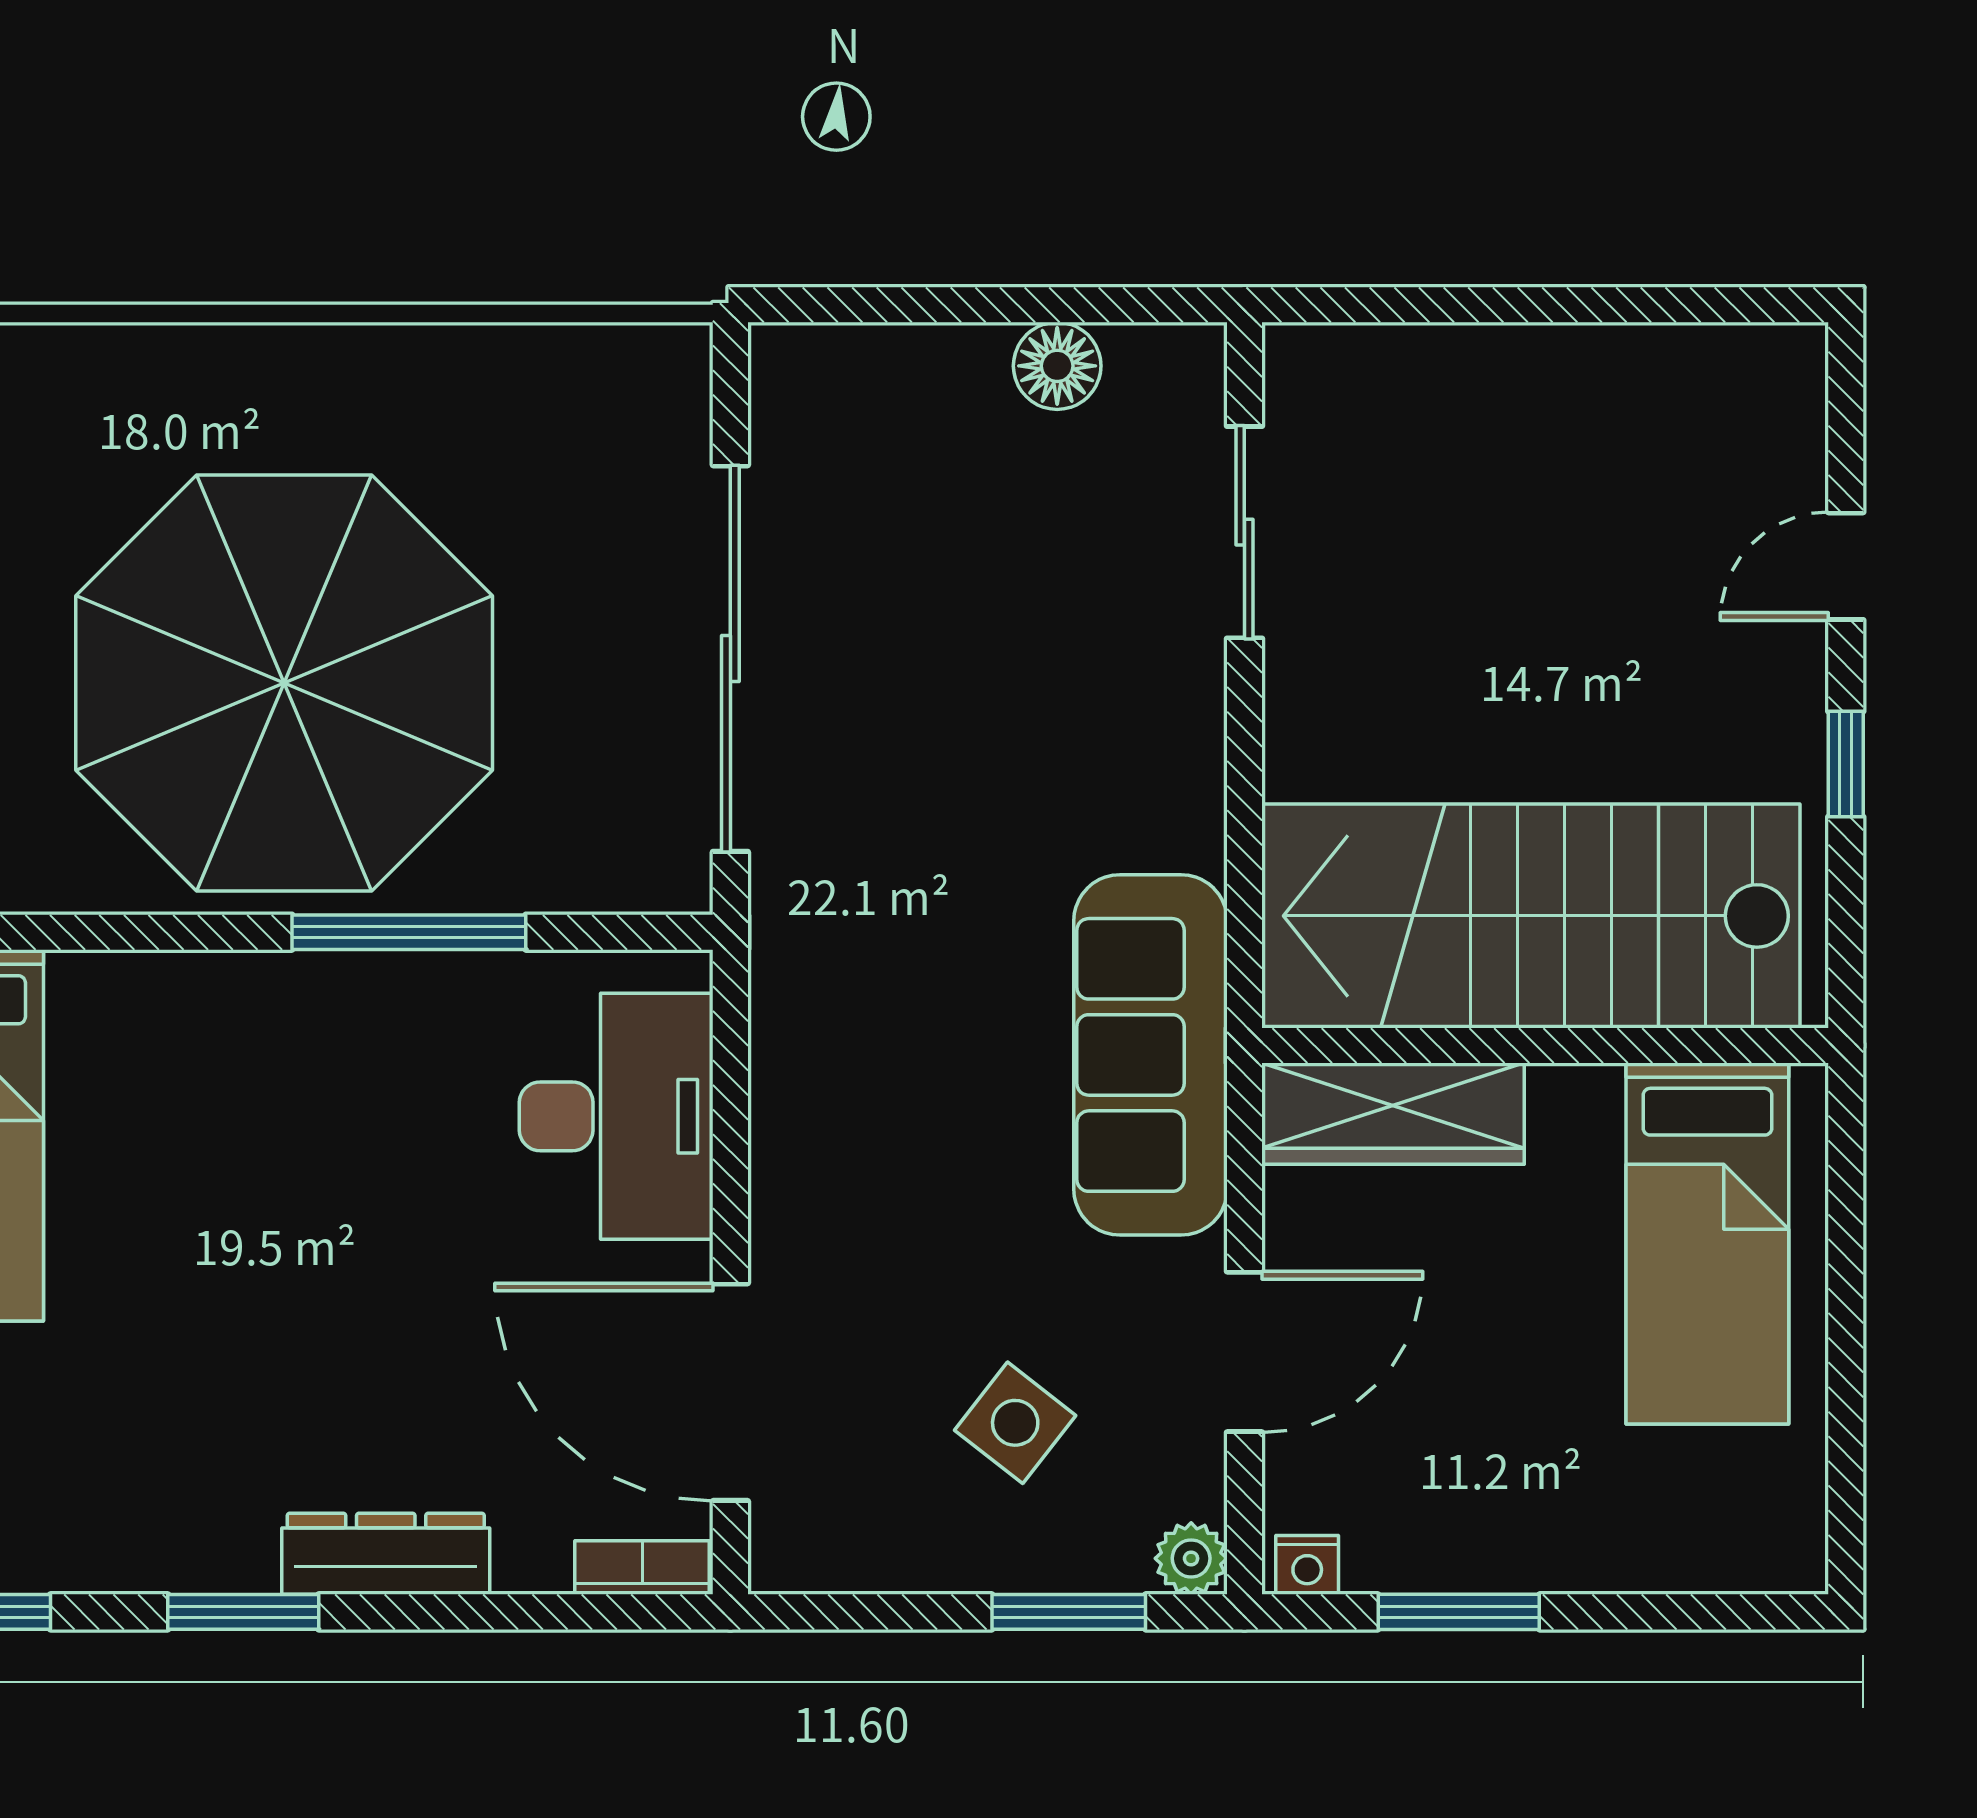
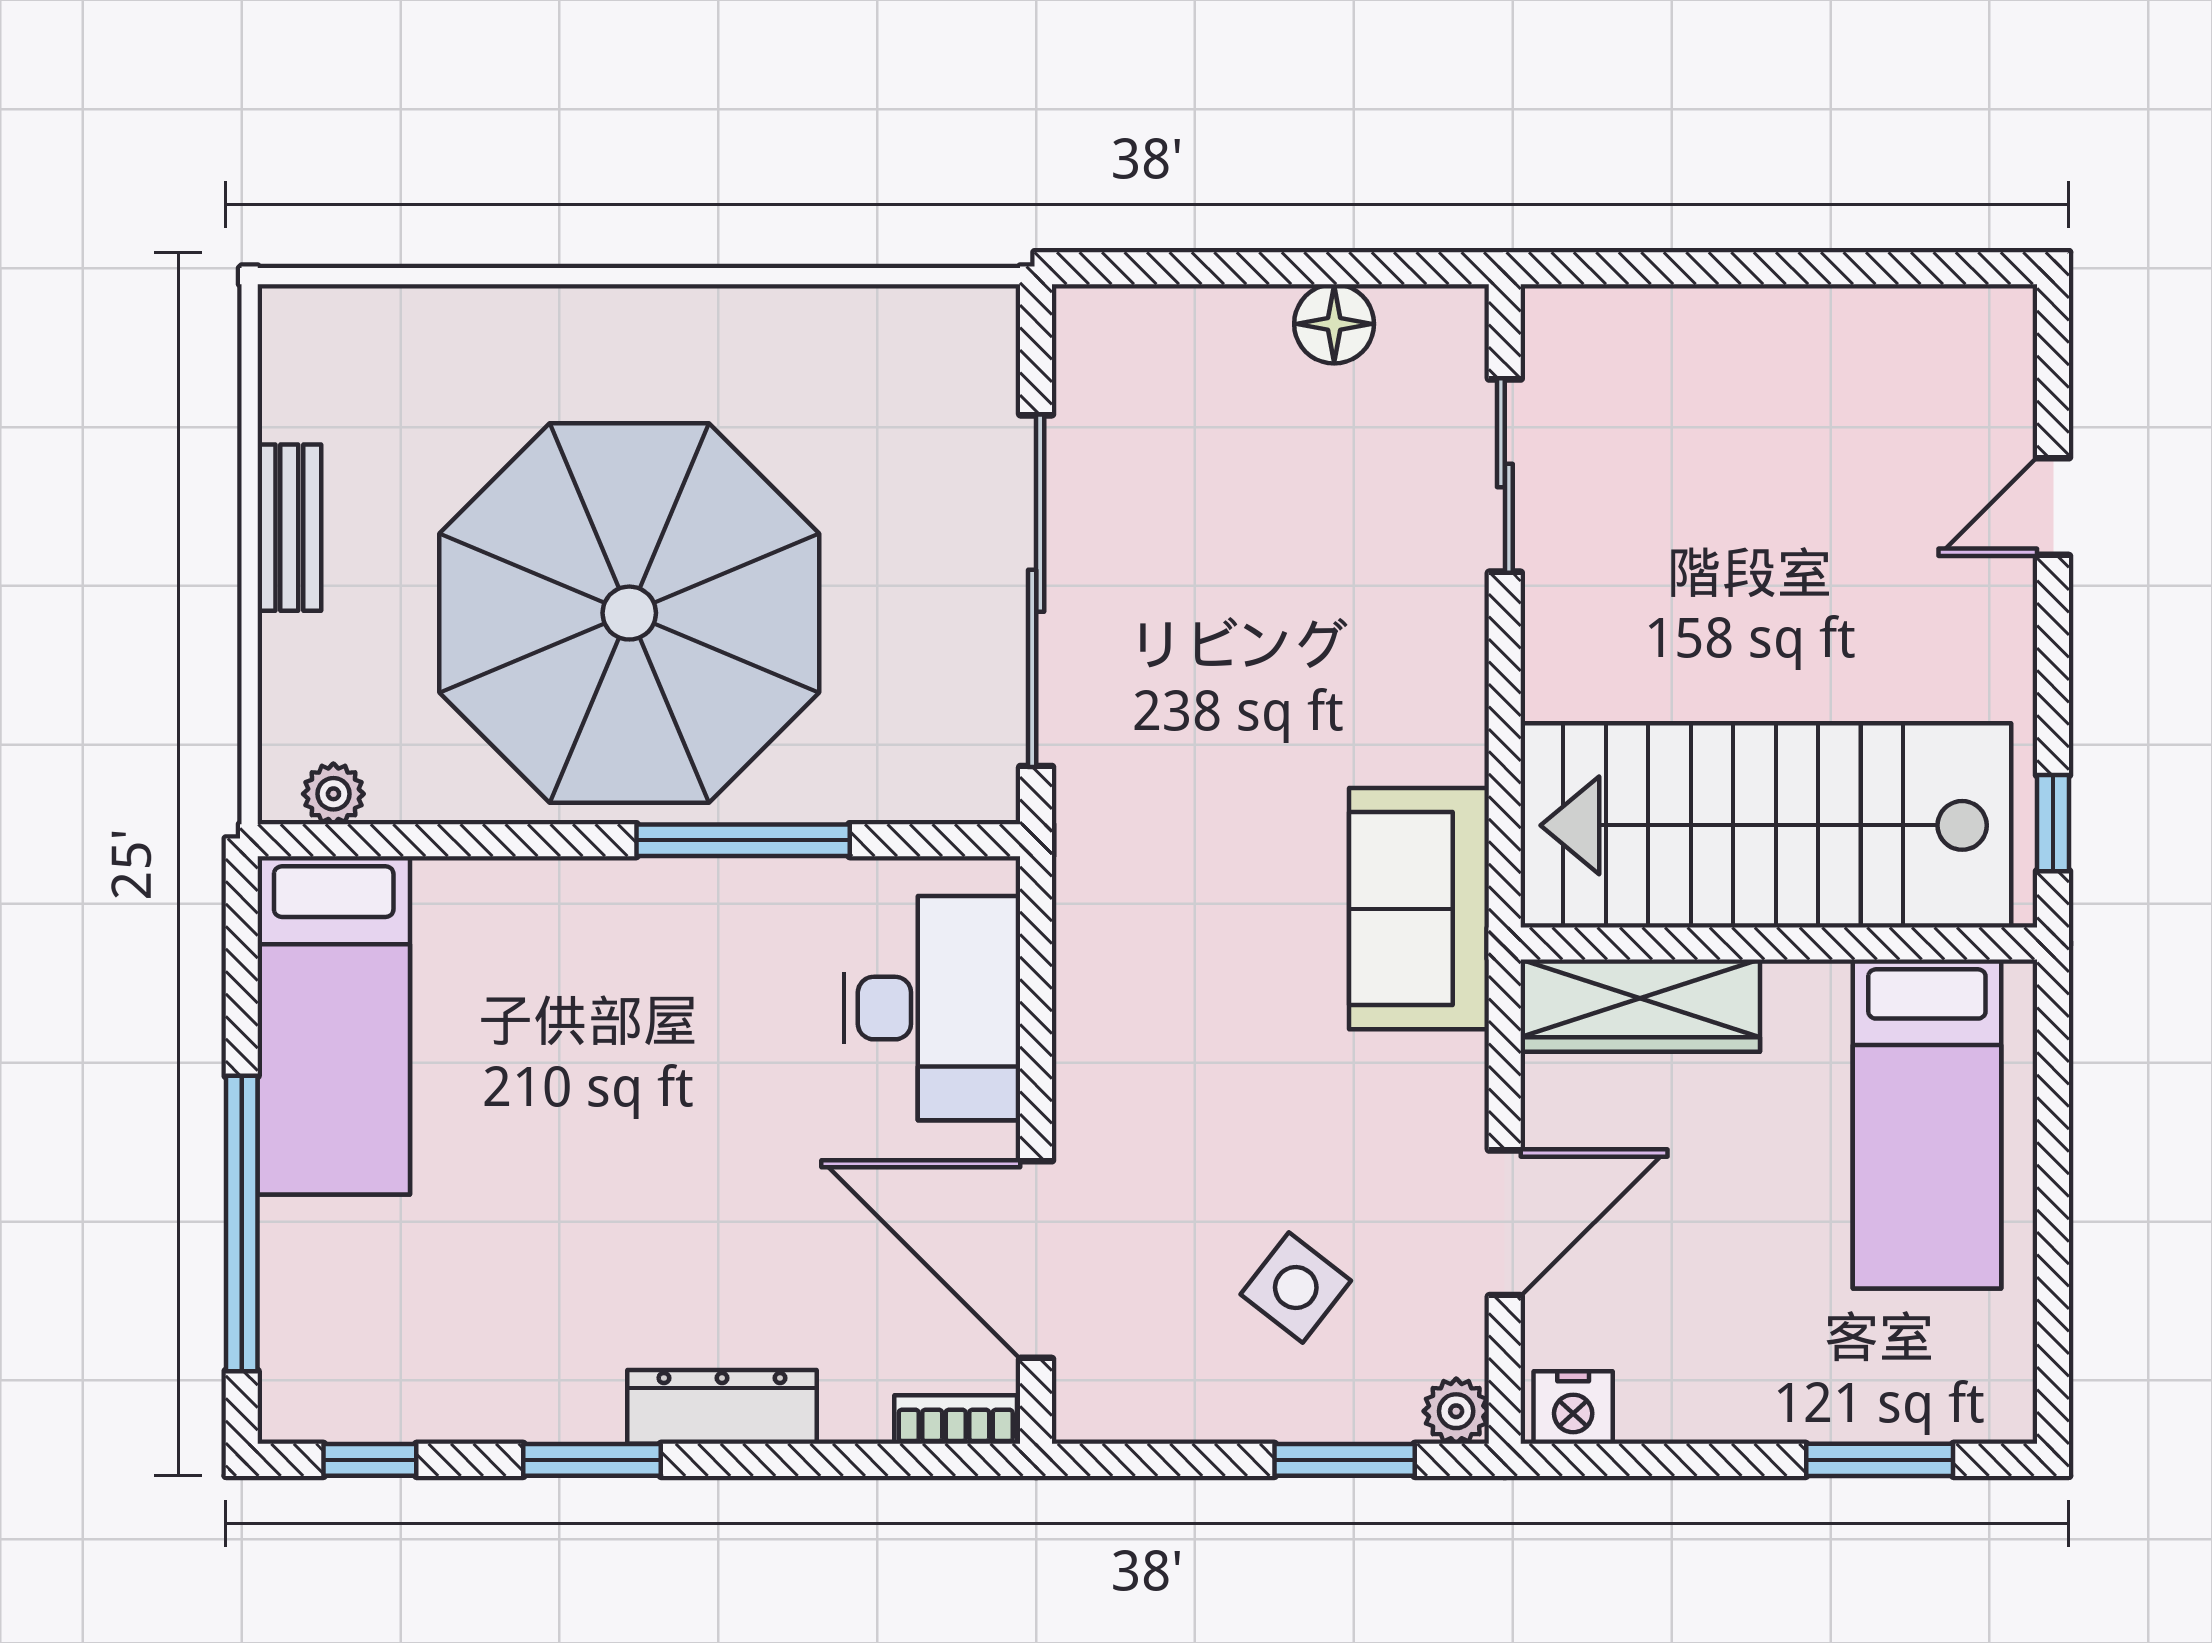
window: (1846, 764) -> (2053, 823), moved
sofa: (1150, 1055) -> (1419, 909), width x0.73
nightstand: (1307, 1565) -> (1573, 1408), width x1.39, depth x1.35
window: (1459, 1612) -> (1880, 1460), moved

